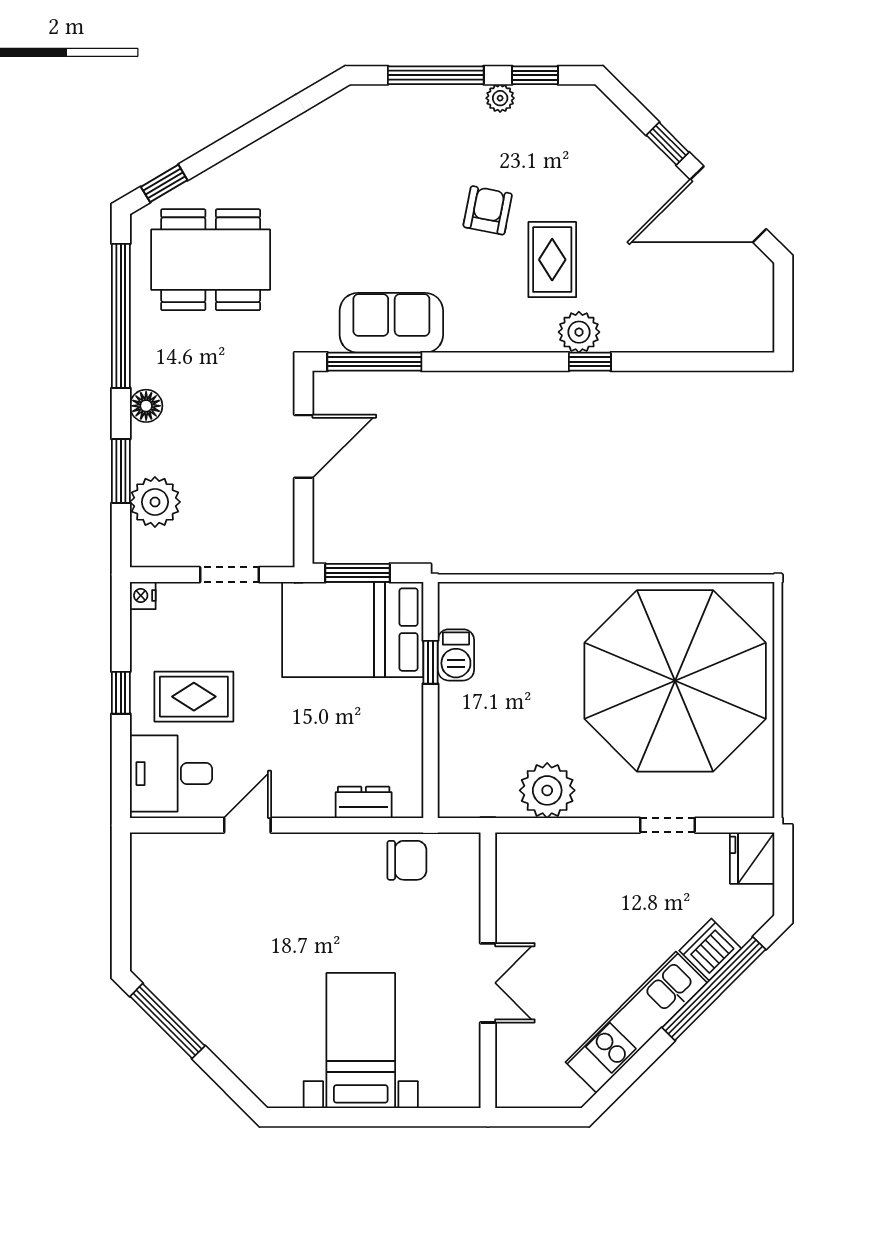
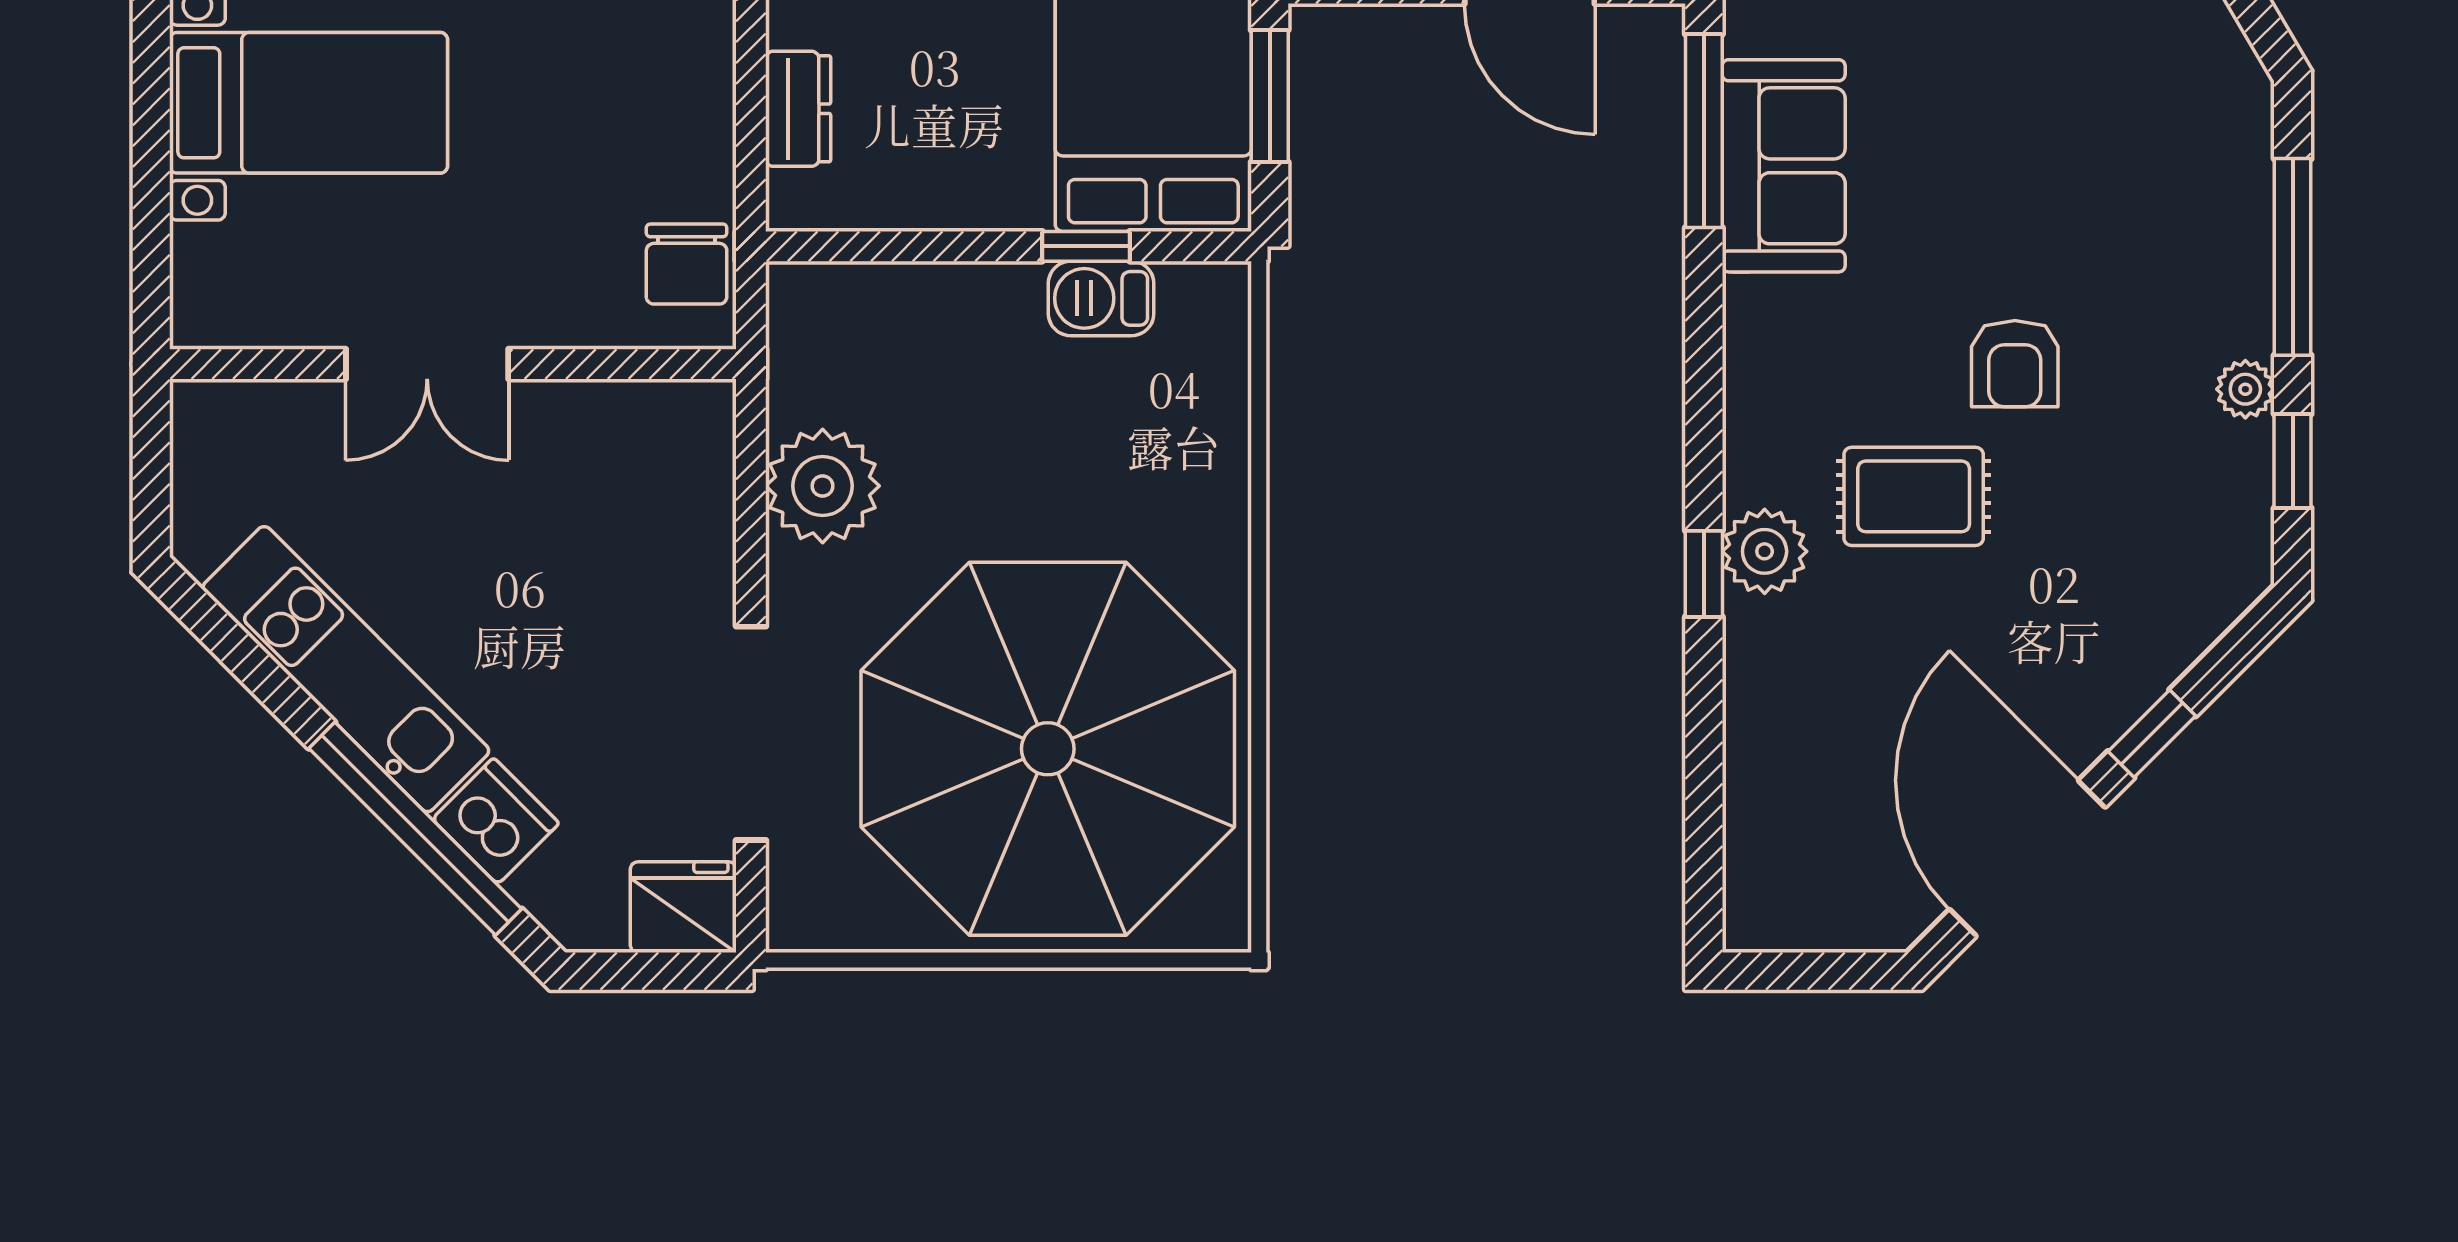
armchair: (488, 210) -> (2015, 364), turned 79
doorway: (667, 825) -> (751, 733), width x1.88
chair: (407, 860) -> (687, 264), moved

